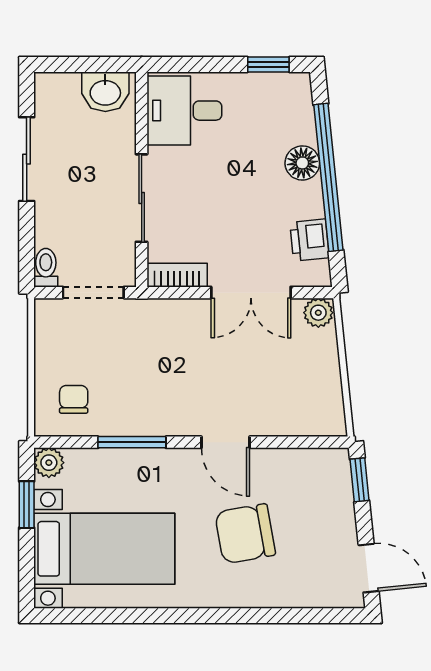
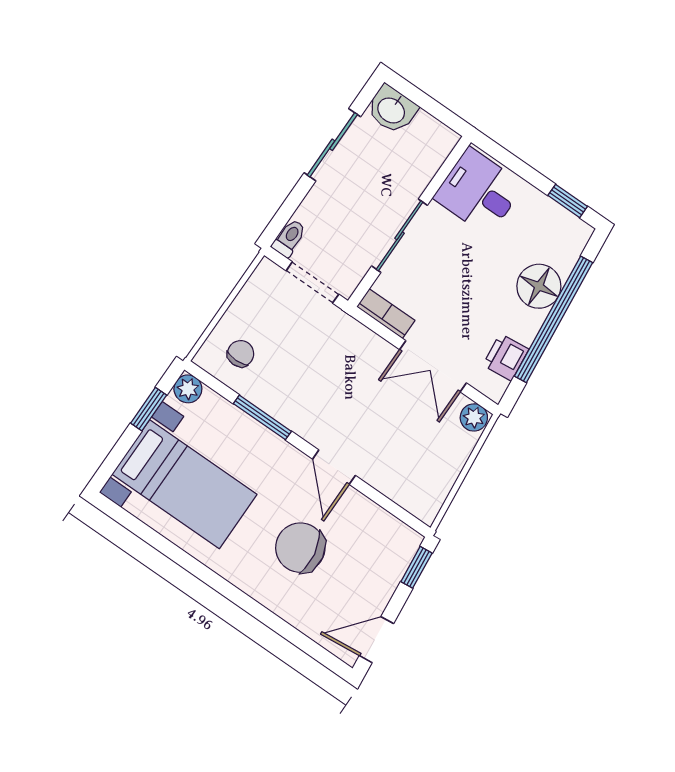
washbasin: (105, 92) -> (392, 110), moved
floor lamp: (302, 163) -> (539, 286), width x1.38, depth x1.38
door: (369, 568) -> (377, 640), swing flipped

